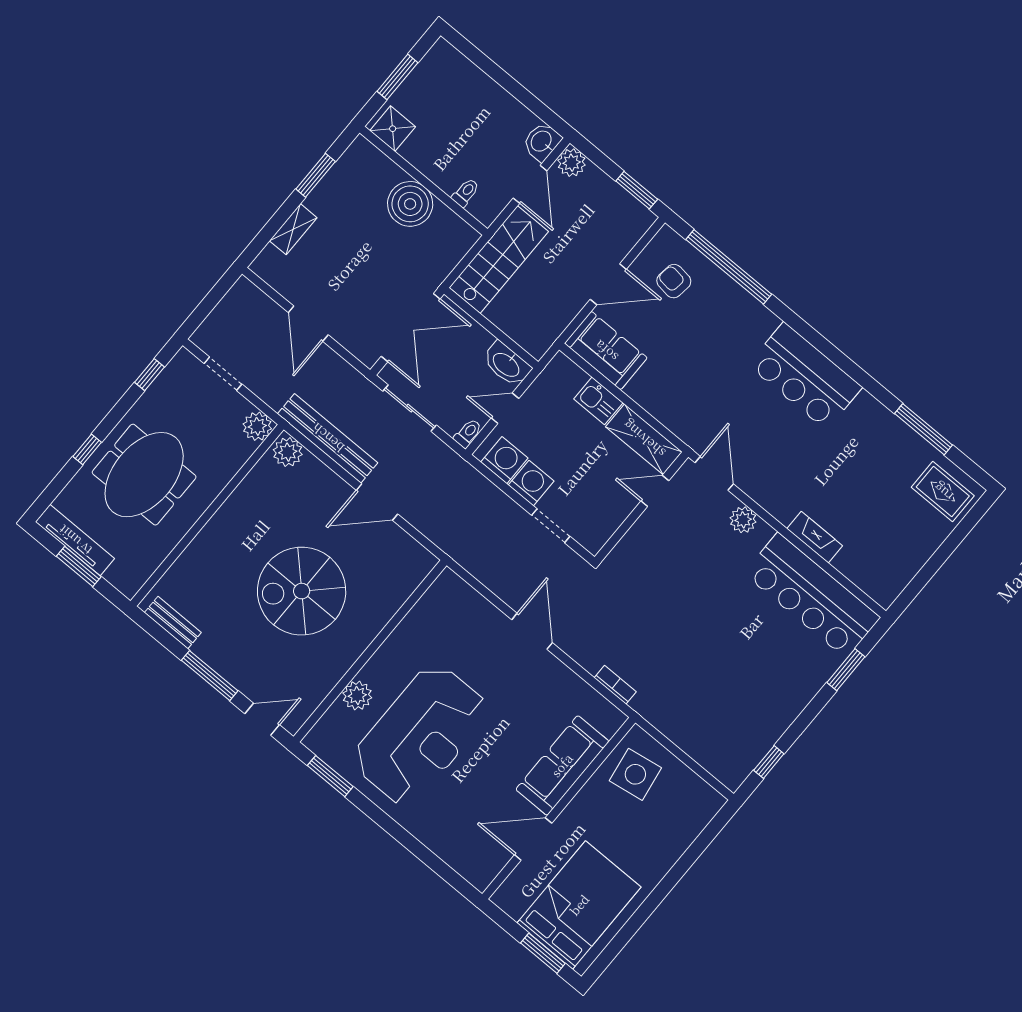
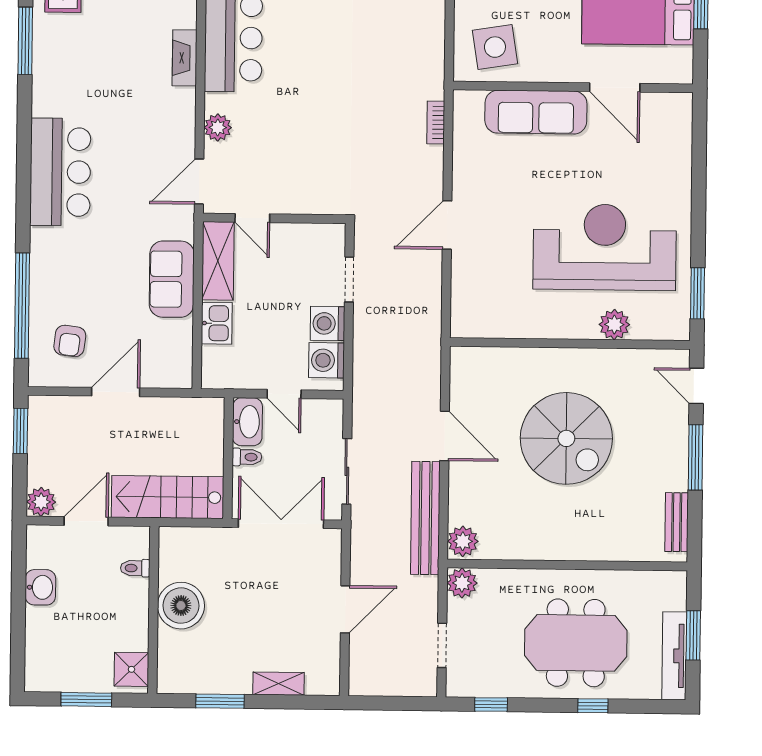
washbasin: (542, 142) -> (40, 587), moved, turned -90
door: (608, 284) -> (116, 392), hinge flipped
sofa: (606, 351) -> (172, 279), moved
toilet: (468, 433) -> (247, 457), moved, turned 180

